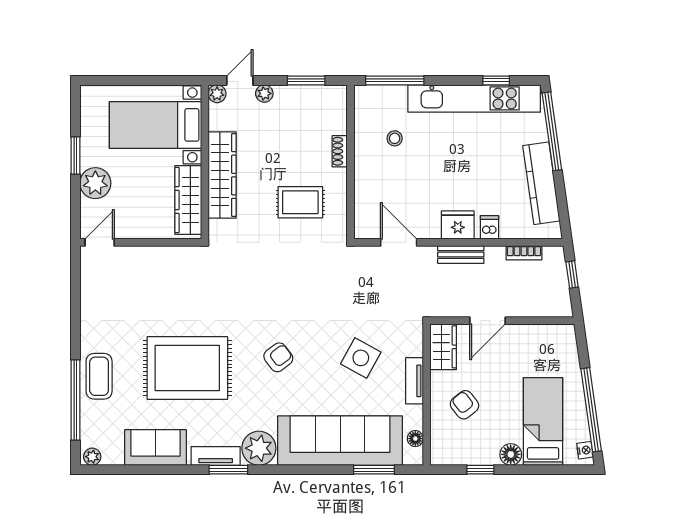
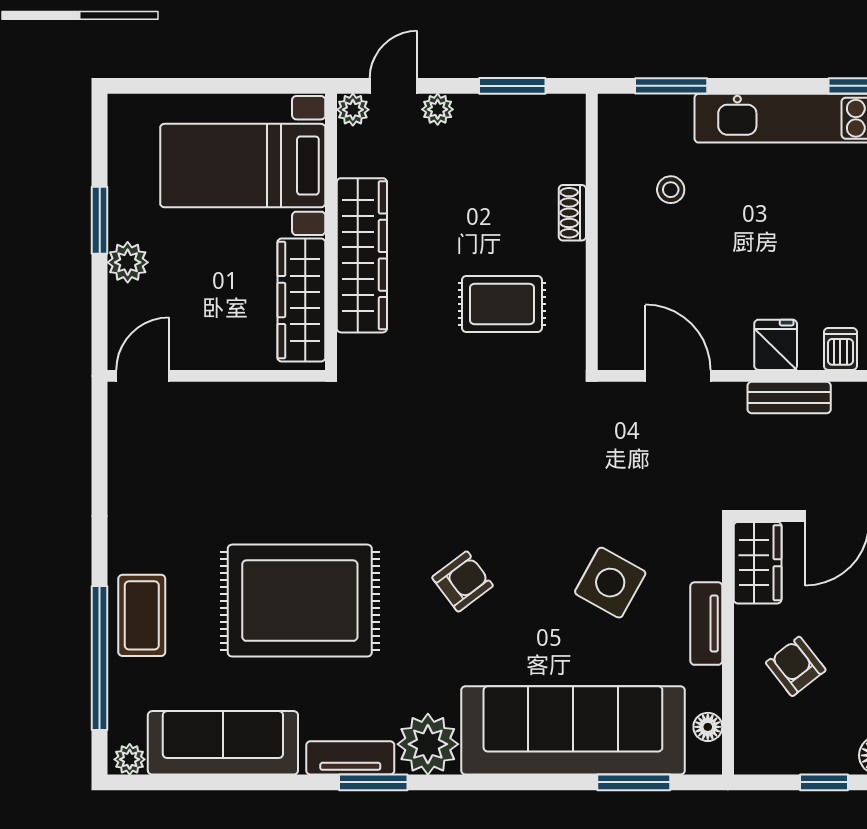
window: (395, 80) -> (671, 86), width x0.69
plant: (95, 183) -> (128, 262), width x0.73, depth x0.73
fridge: (458, 225) -> (776, 345), width x0.72
sofa: (156, 447) -> (223, 743), width x1.36

